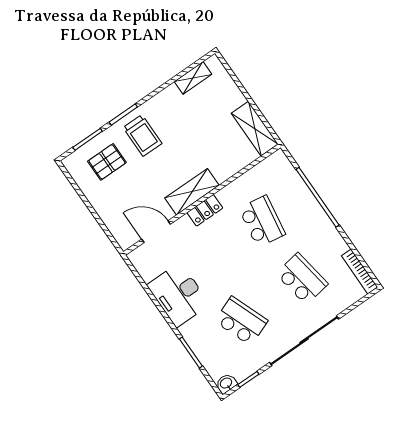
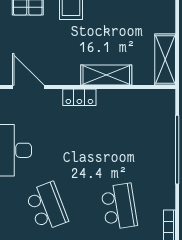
shelving: (192, 192) -> (106, 75), moved
school desk: (262, 221) -> (119, 138), removed

